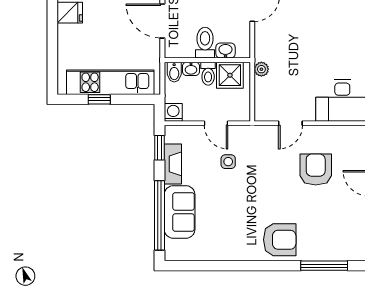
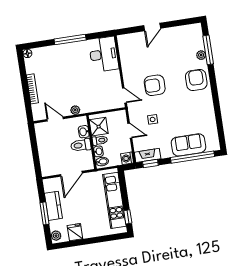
plant: (261, 69) -> (75, 110), moved
window: (99, 99) -> (128, 217), moved
door: (216, 123) -> (130, 131), hinge flipped
door: (290, 123) -> (124, 95), moved
fireplace: (173, 164) -> (148, 155), moved
armchair: (316, 169) -> (155, 85), moved
plant: (318, 253) -> (201, 55), added

